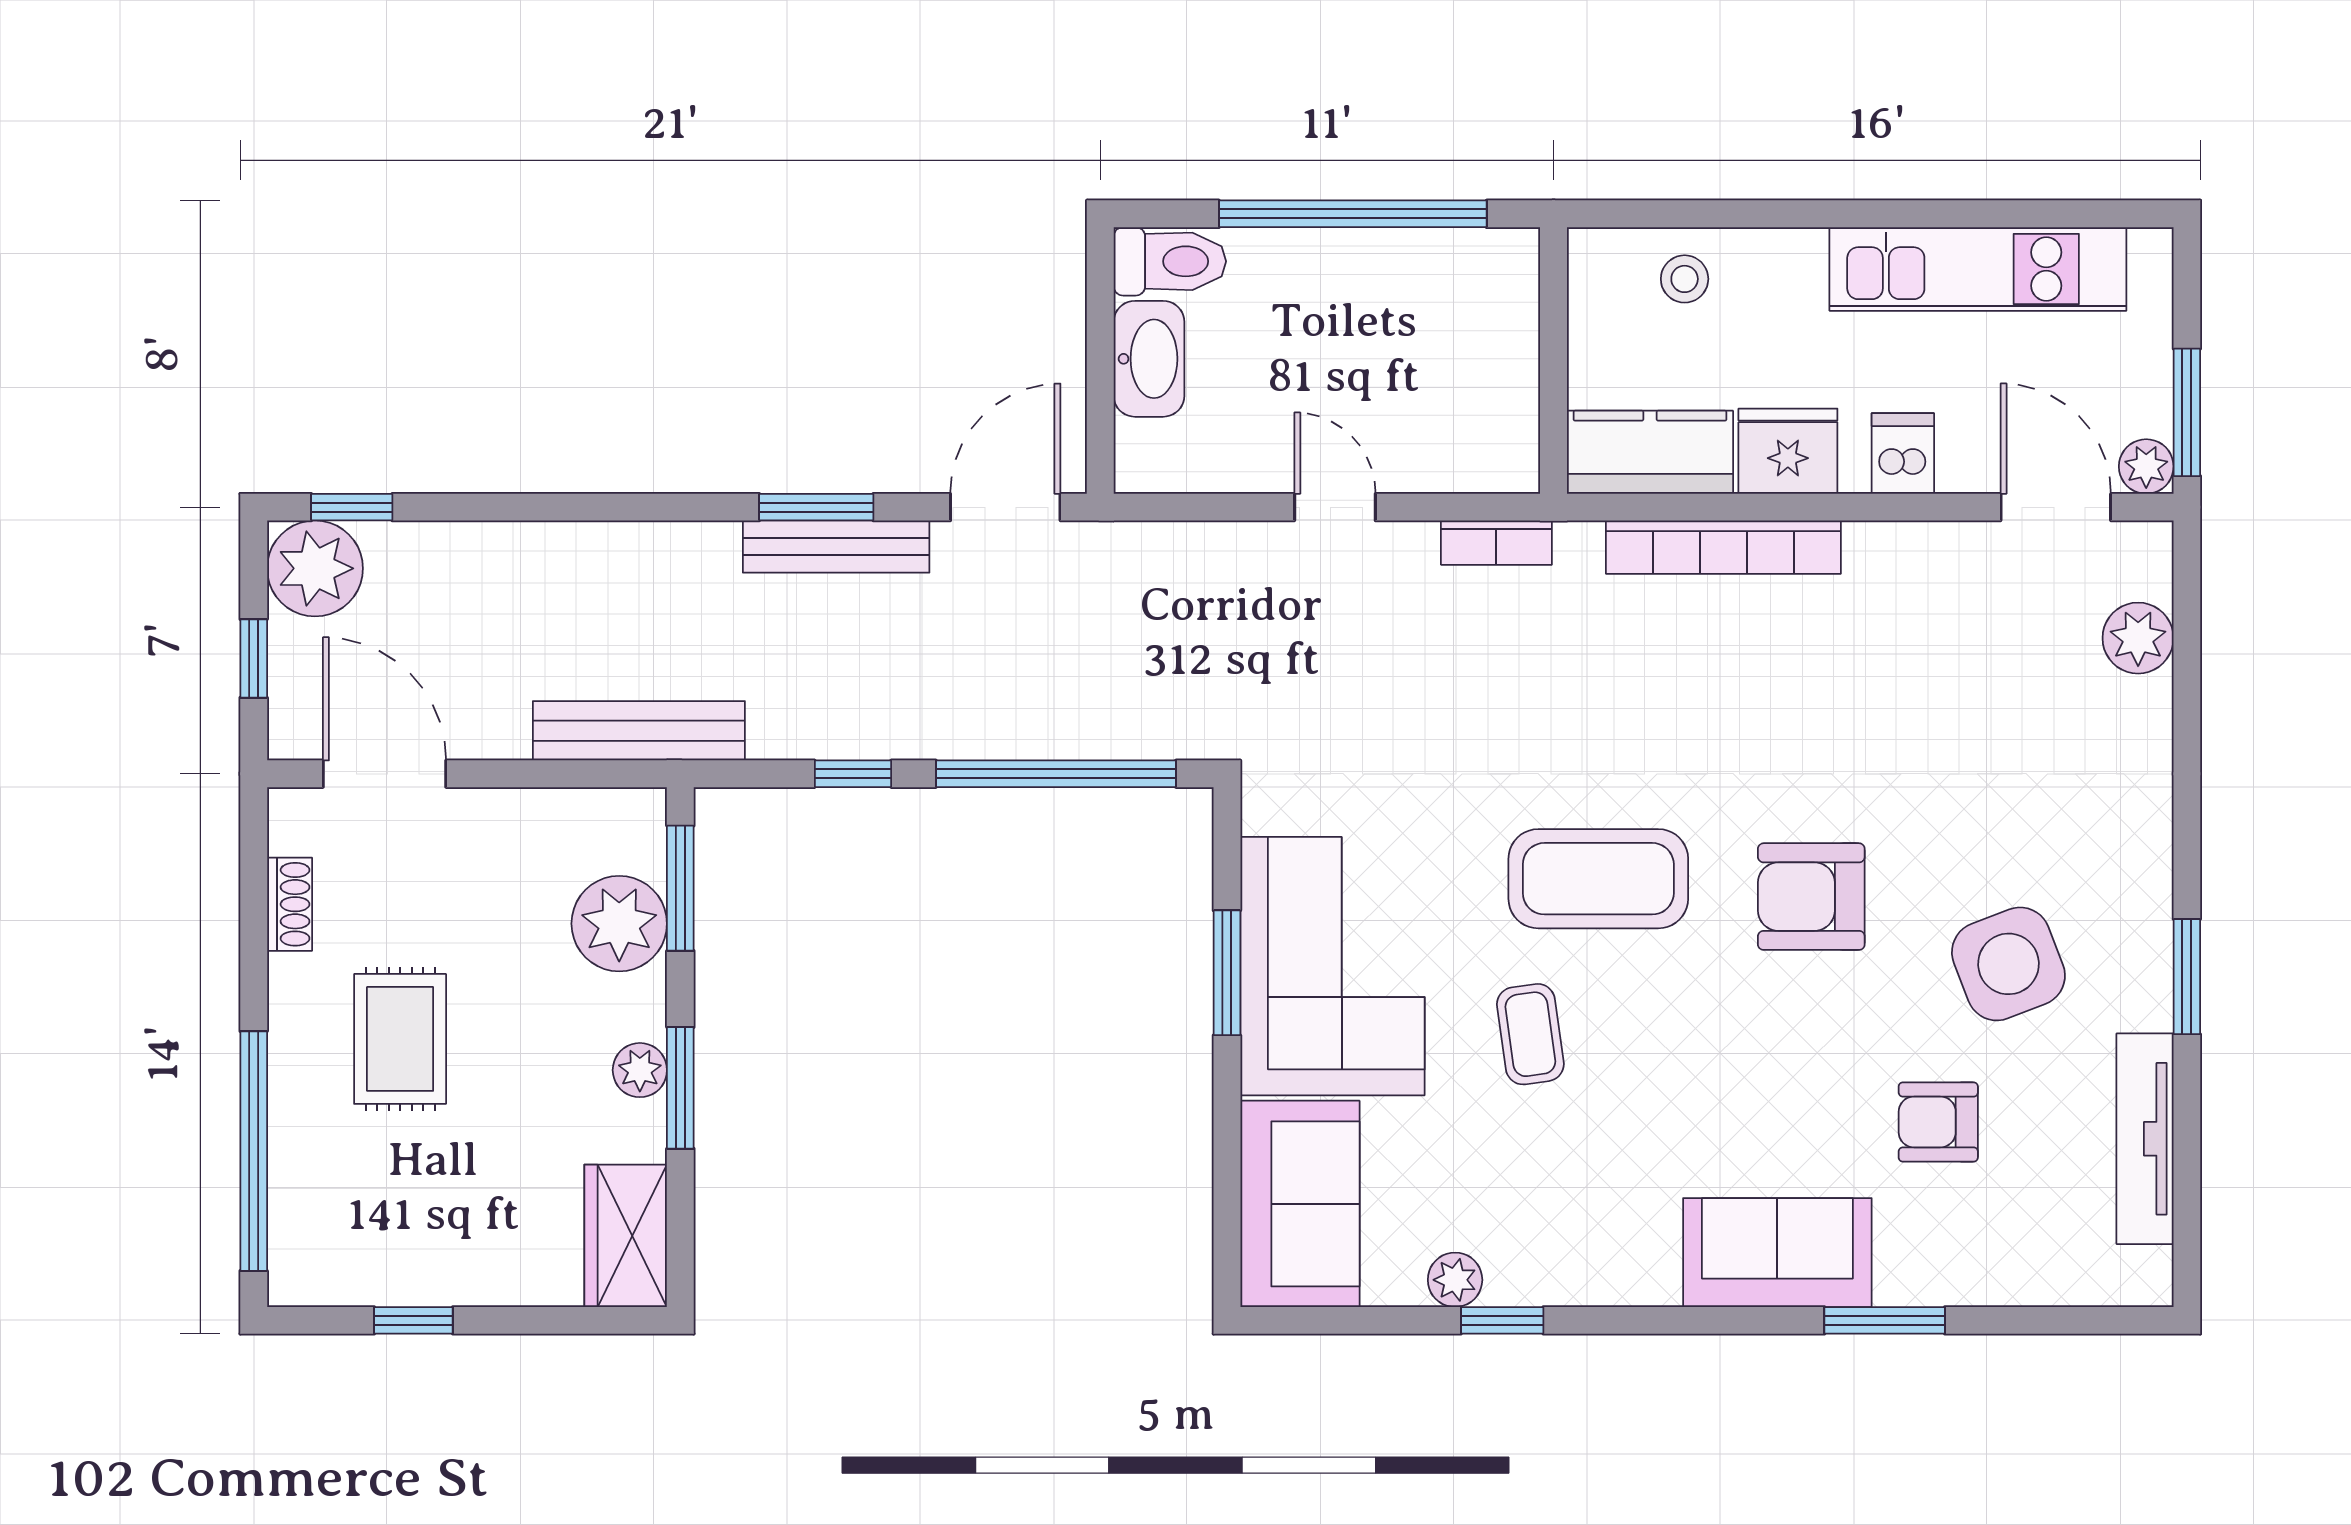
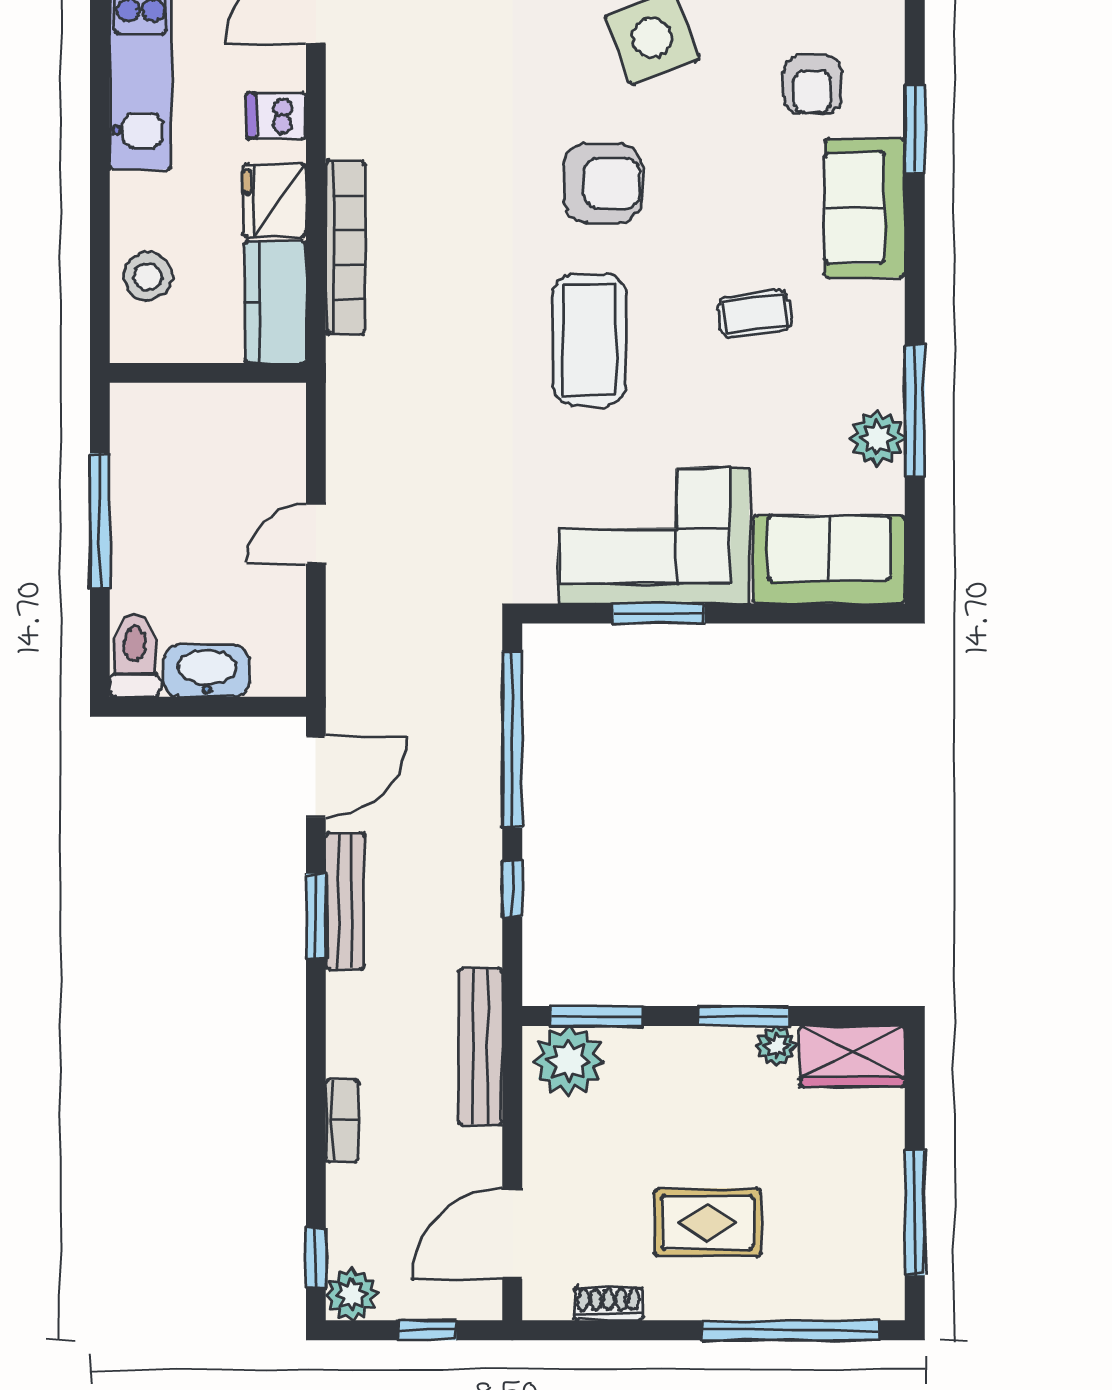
window: (1353, 214) -> (100, 521), width x0.68
stool: (1685, 279) -> (148, 276), width x1.37, depth x1.37
door: (1005, 507) -> (316, 777), swing flipped
bookcase: (1496, 543) -> (342, 1121), moved
plant: (315, 568) -> (352, 1294), width x0.73, depth x0.73
armchair: (1811, 897) -> (603, 183), turned -90
plant: (619, 924) -> (569, 1061), moved
coffee table: (1530, 1034) -> (755, 314), moved
plant: (640, 1070) -> (776, 1046), moved
armchair: (1938, 1122) -> (813, 85), moved
plant: (1455, 1280) -> (877, 438), width x1.38, depth x1.38
window: (413, 1320) -> (915, 1213), width x2.17
window: (1502, 1320) -> (915, 411), width x2.17

